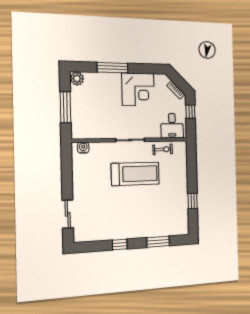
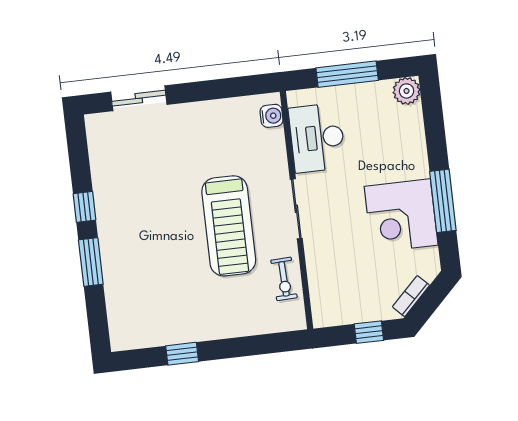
window: (113, 68) -> (443, 201), moved
desk: (172, 126) -> (317, 138), moved, width x1.37
window: (158, 242) -> (91, 262), moved

